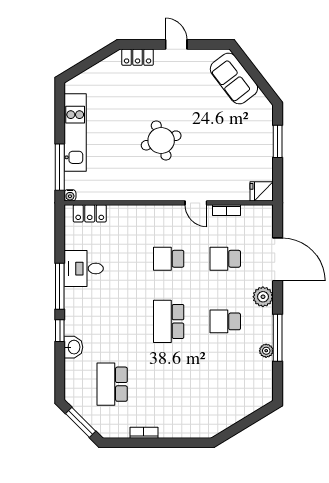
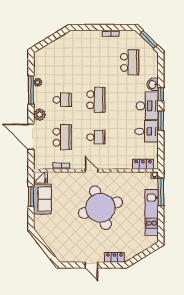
sofa: (234, 78) -> (42, 199), moved, turned 38
round table: (161, 140) -> (100, 208), width x1.86, depth x1.86
window: (278, 141) -> (31, 197), moved
door: (196, 203) -> (92, 171), moved
school desk: (225, 259) -> (62, 137), width x1.85
window: (60, 286) -> (161, 121), width x0.69
desk: (83, 311) -> (147, 106), added

